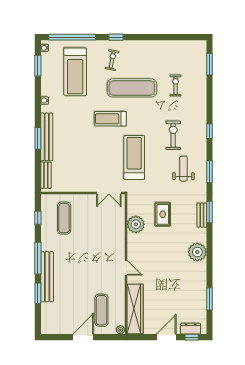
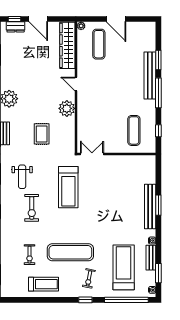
treadmill: (110, 119) -> (43, 284), moved
bench: (46, 175) -> (151, 258), moved
plant: (136, 224) -> (67, 108), moved
door: (83, 337) -> (116, 19), hinge flipped
door: (166, 337) -> (38, 19), hinge flipped

